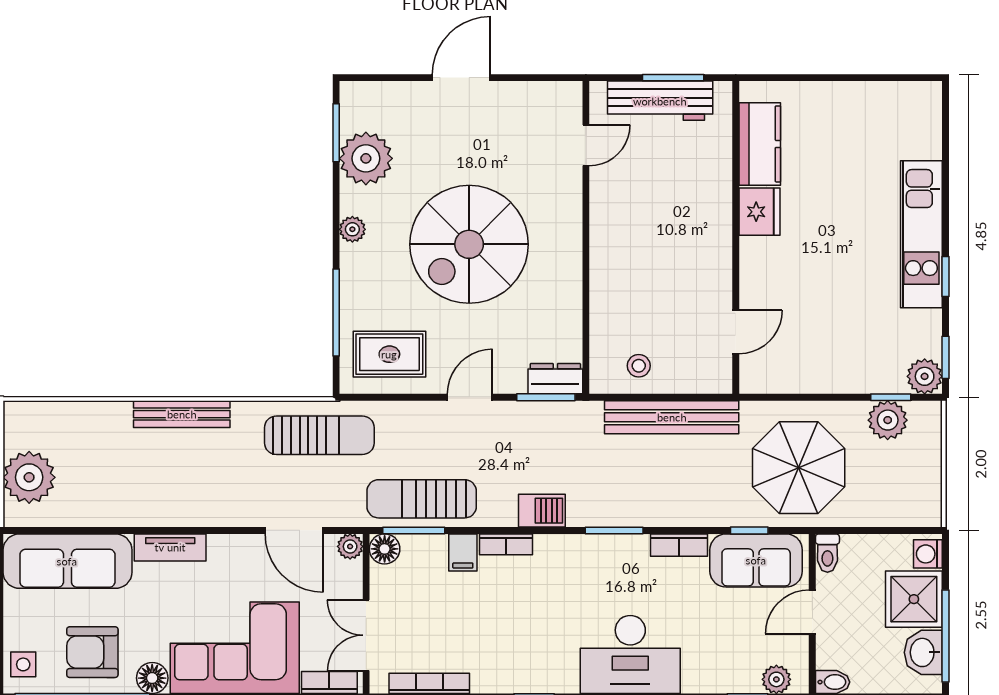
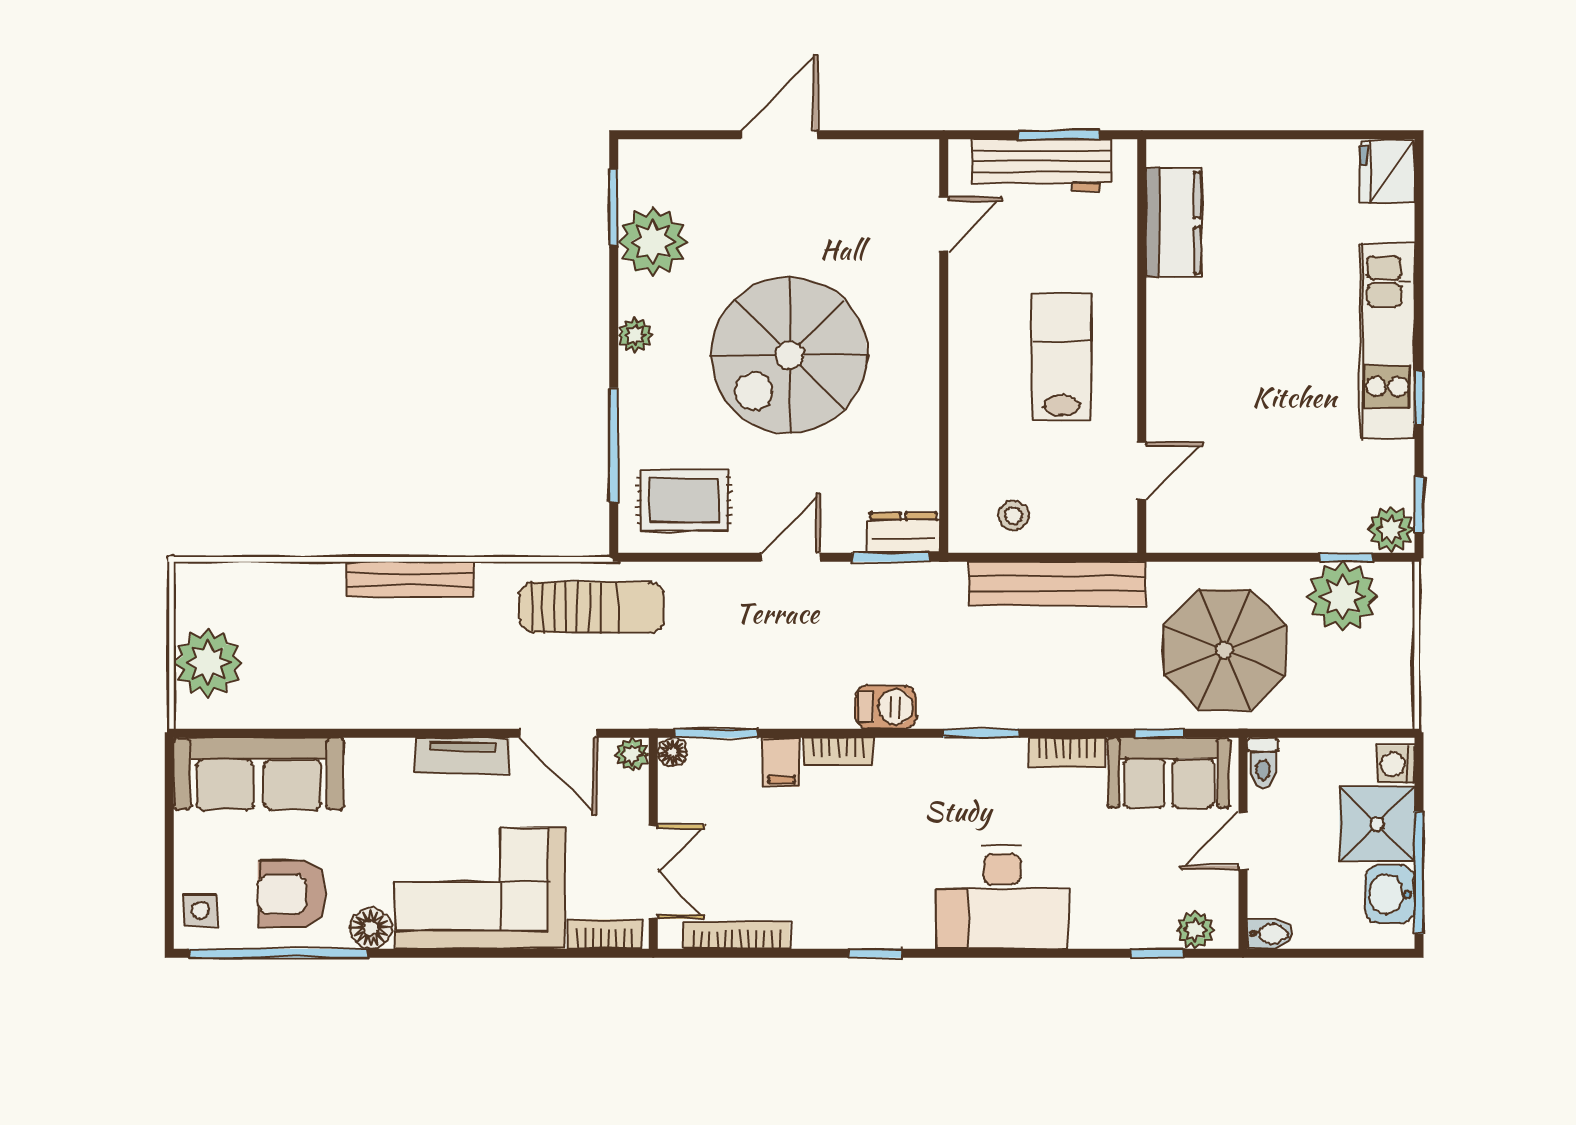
fridge: (759, 212) -> (1388, 172), moved, turned 180
lab bench: (675, 246) -> (1061, 357), added
plant: (888, 420) -> (1343, 597), width x1.36, depth x1.36
sun lounger: (422, 499) -> (727, 691), removed
tv unit: (170, 547) -> (462, 756), moved
floor lamp: (385, 549) -> (672, 752), width x0.73, depth x0.73
double door: (366, 635) -> (653, 872), swing flipped

